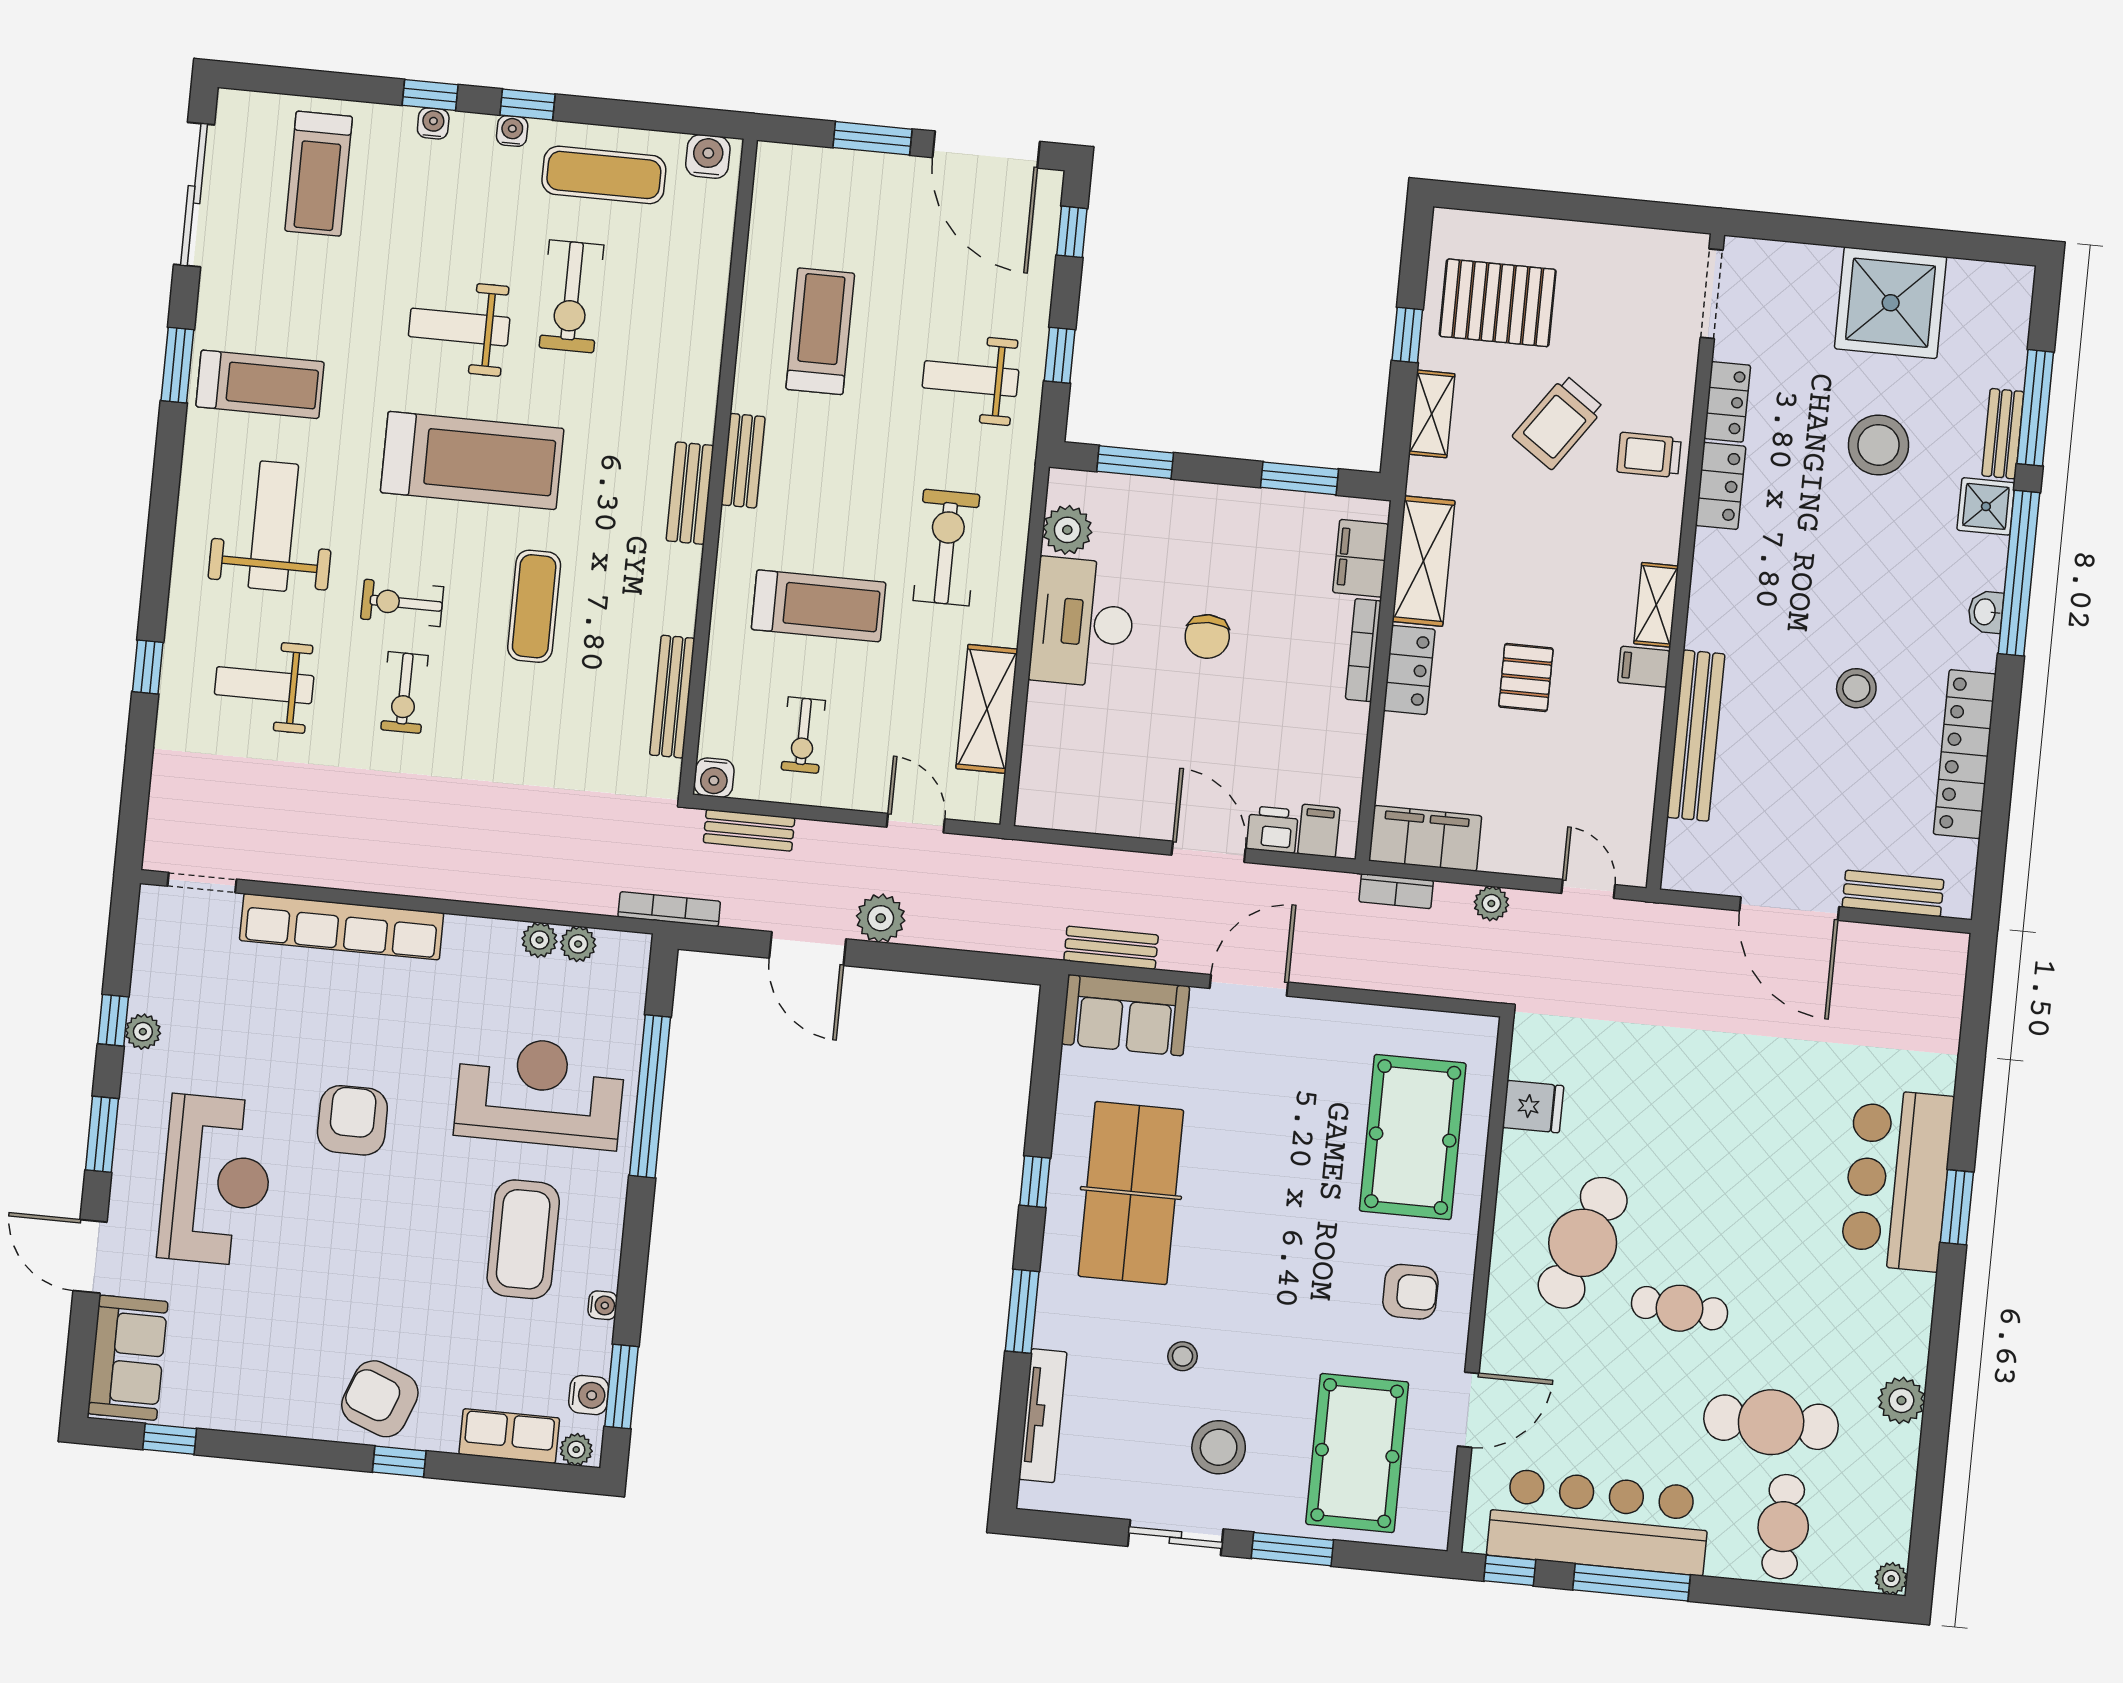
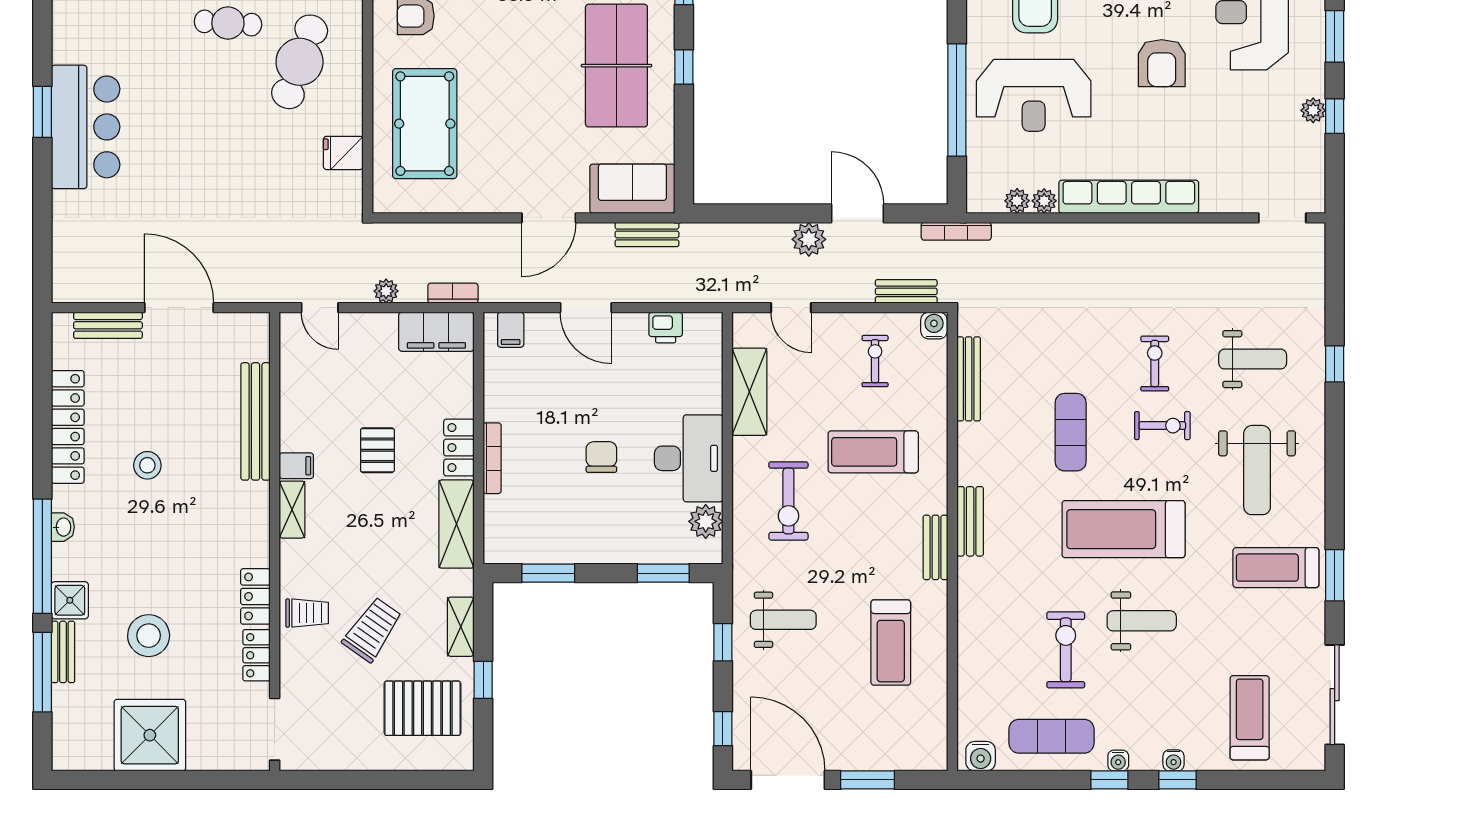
filing cabinet: (1361, 558) -> (500, 522), removed
printer: (1272, 830) -> (666, 327), moved
row of seats: (342, 927) -> (1129, 197), moved

